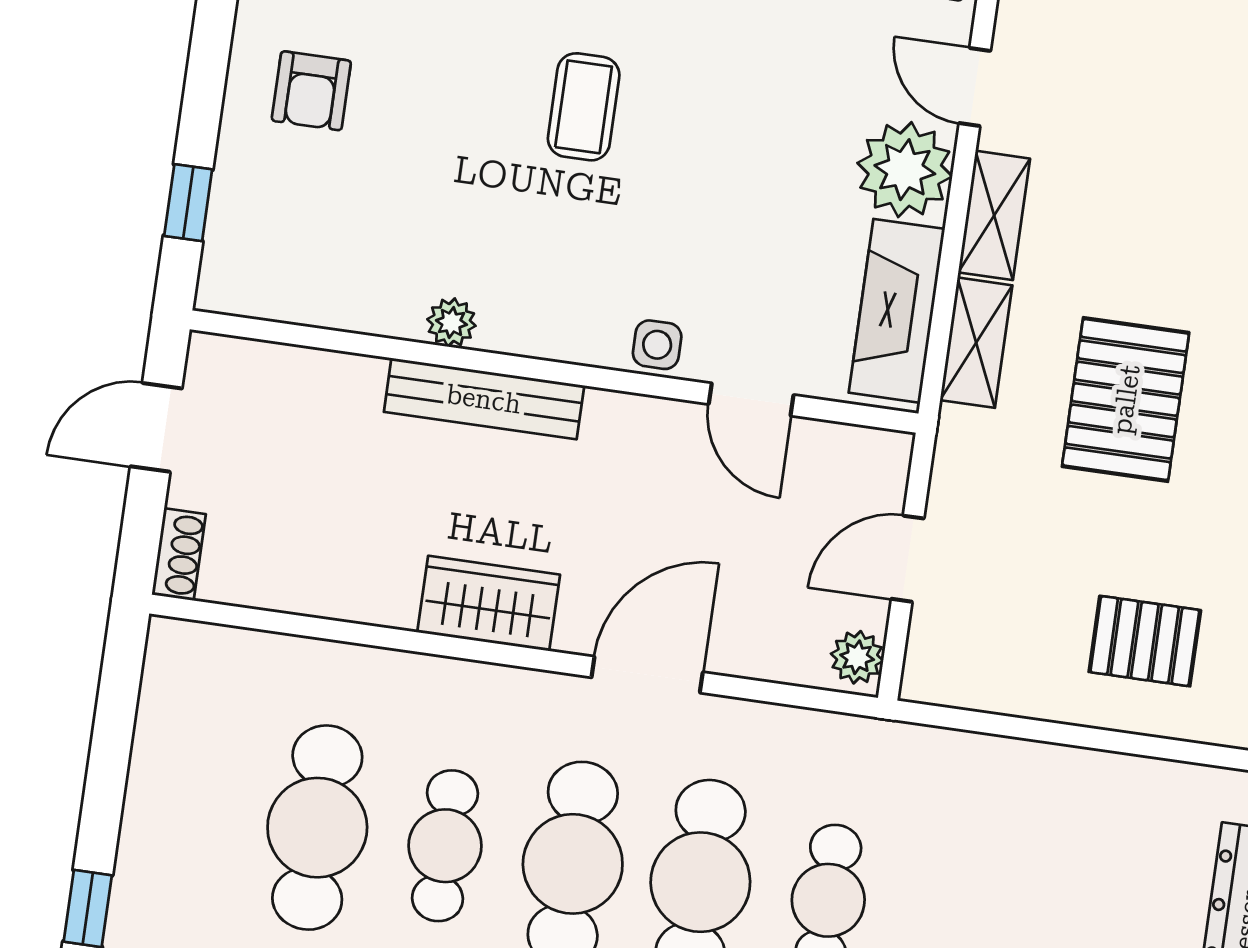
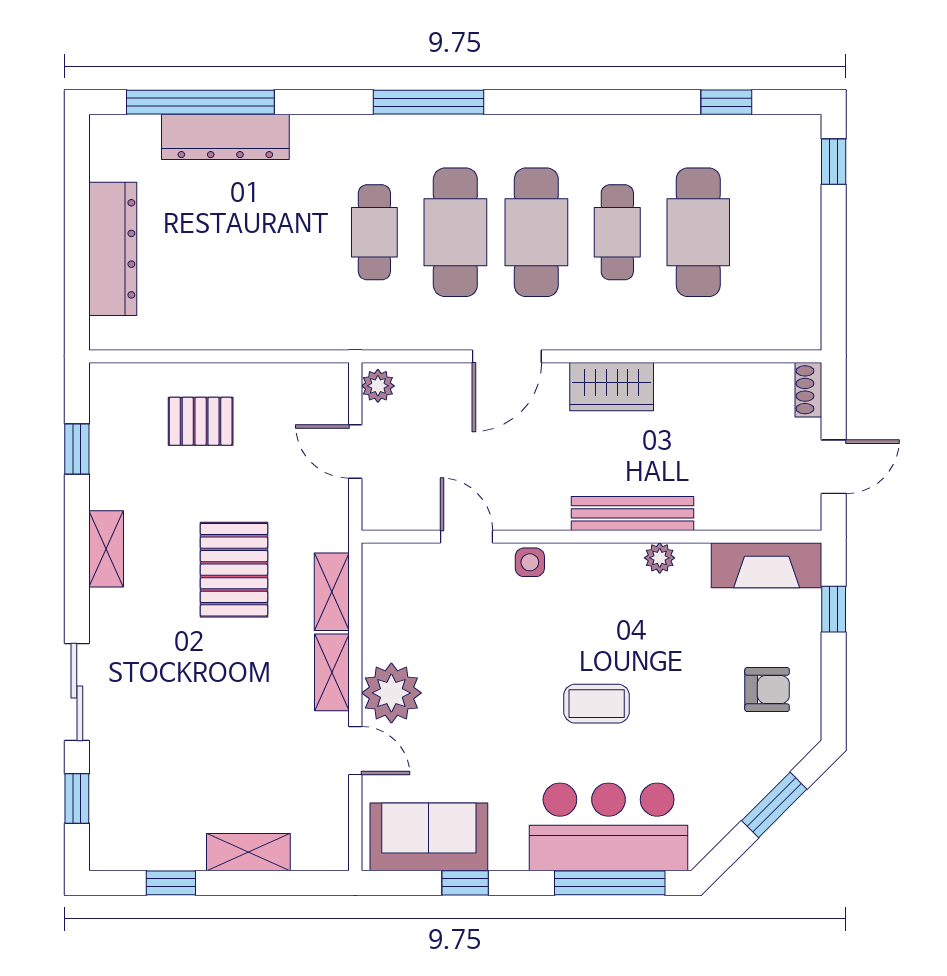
armchair: (311, 91) -> (767, 690), turned 90
coffee table: (584, 107) -> (597, 704), turned 90
fireplace: (897, 311) -> (767, 565), moved, turned 90
door: (908, 559) -> (355, 452), swing flipped

